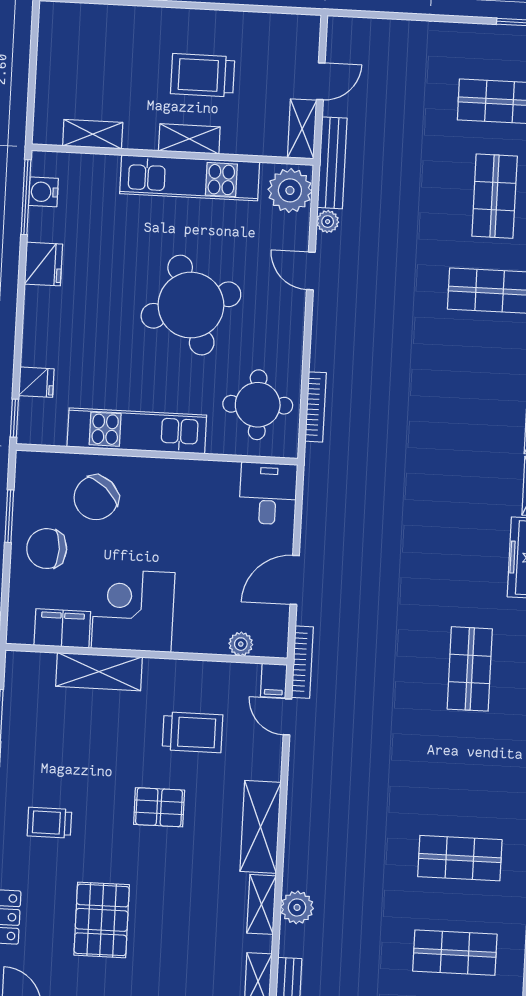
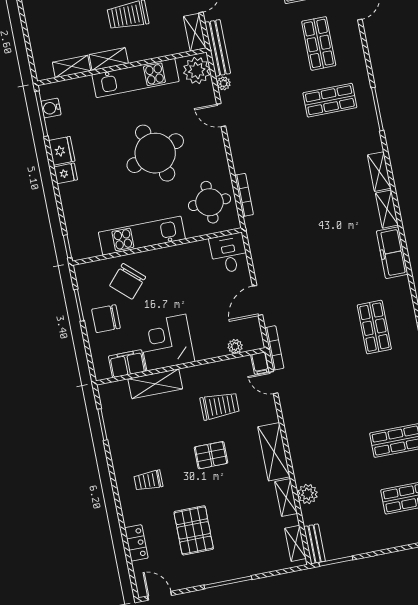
shelving: (189, 139) -> (109, 59), moved
fridge: (36, 382) -> (66, 173), moved

